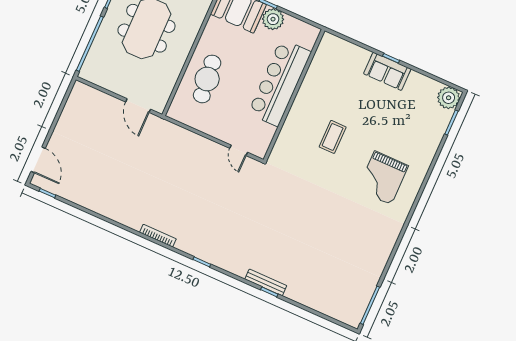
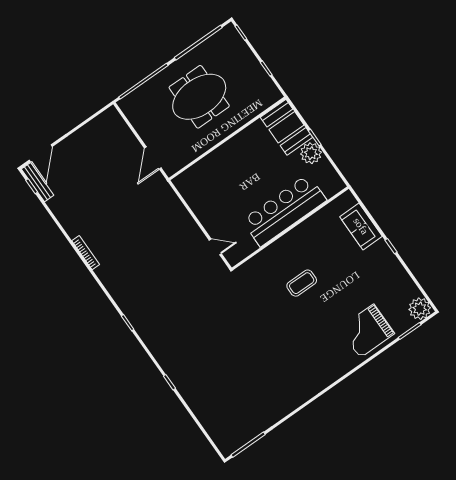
sofa: (387, 71) -> (361, 226), moved
cafe table: (207, 79) -> (225, 170), removed
door: (239, 150) -> (215, 247), swing flipped
grand piano: (383, 178) -> (367, 331), moved
bookcase: (158, 236) -> (86, 253), moved
bench: (266, 282) -> (38, 182), moved

